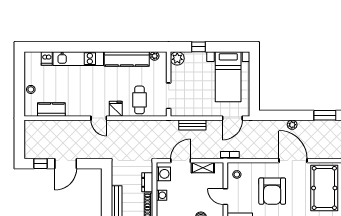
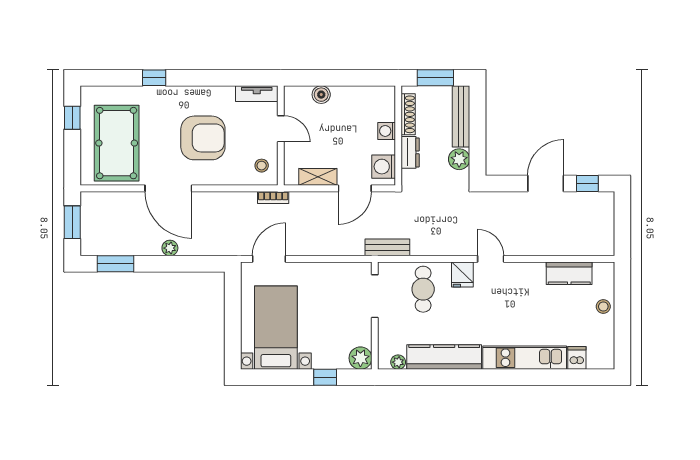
bench: (192, 125) -> (387, 247), moved
plant: (118, 178) -> (459, 159), added
armchair: (272, 191) -> (203, 138), turned 90

